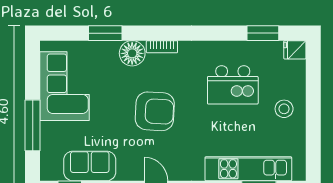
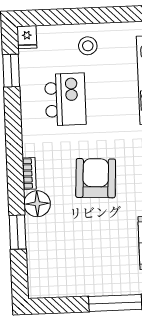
corner sofa: (64, 86) -> (73, 272), removed

